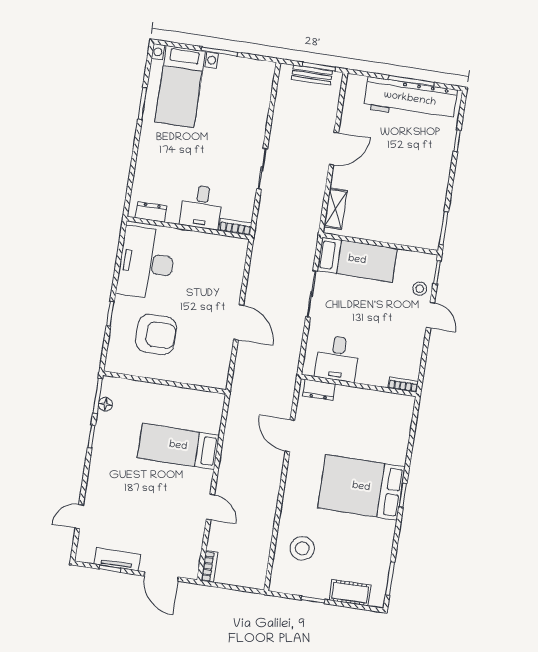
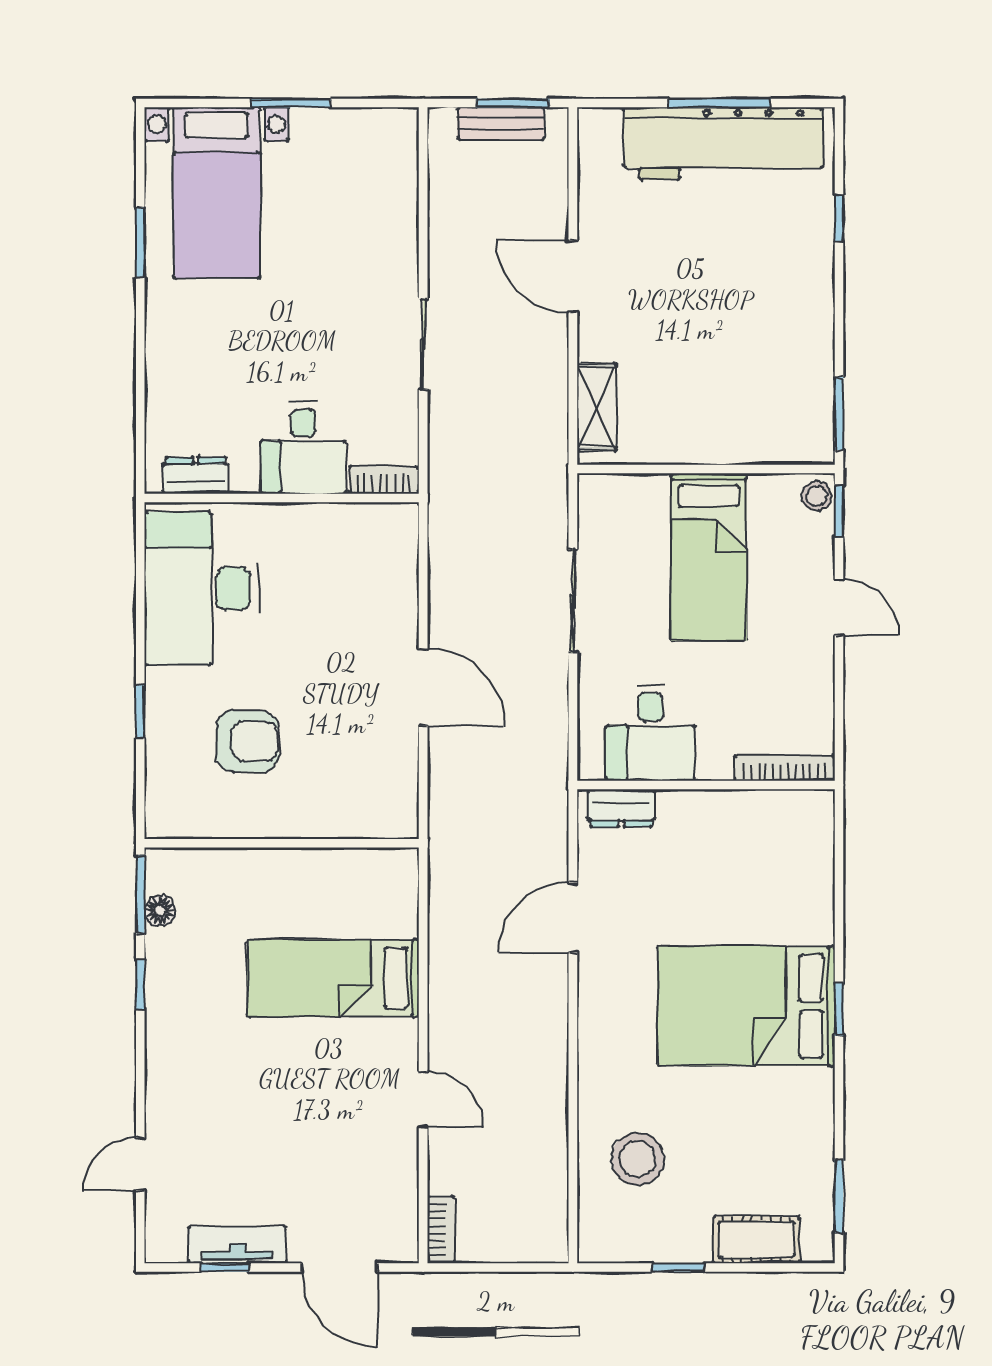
door: (334, 149) -> (573, 276), swing flipped
bed: (357, 260) -> (709, 557), moved, turned 90
stool: (420, 289) -> (817, 496), moved
armchair: (156, 335) -> (247, 741), width x0.73, depth x0.73
bookcase: (403, 385) -> (785, 768), width x1.56
door: (290, 436) -> (573, 918), hinge flipped

